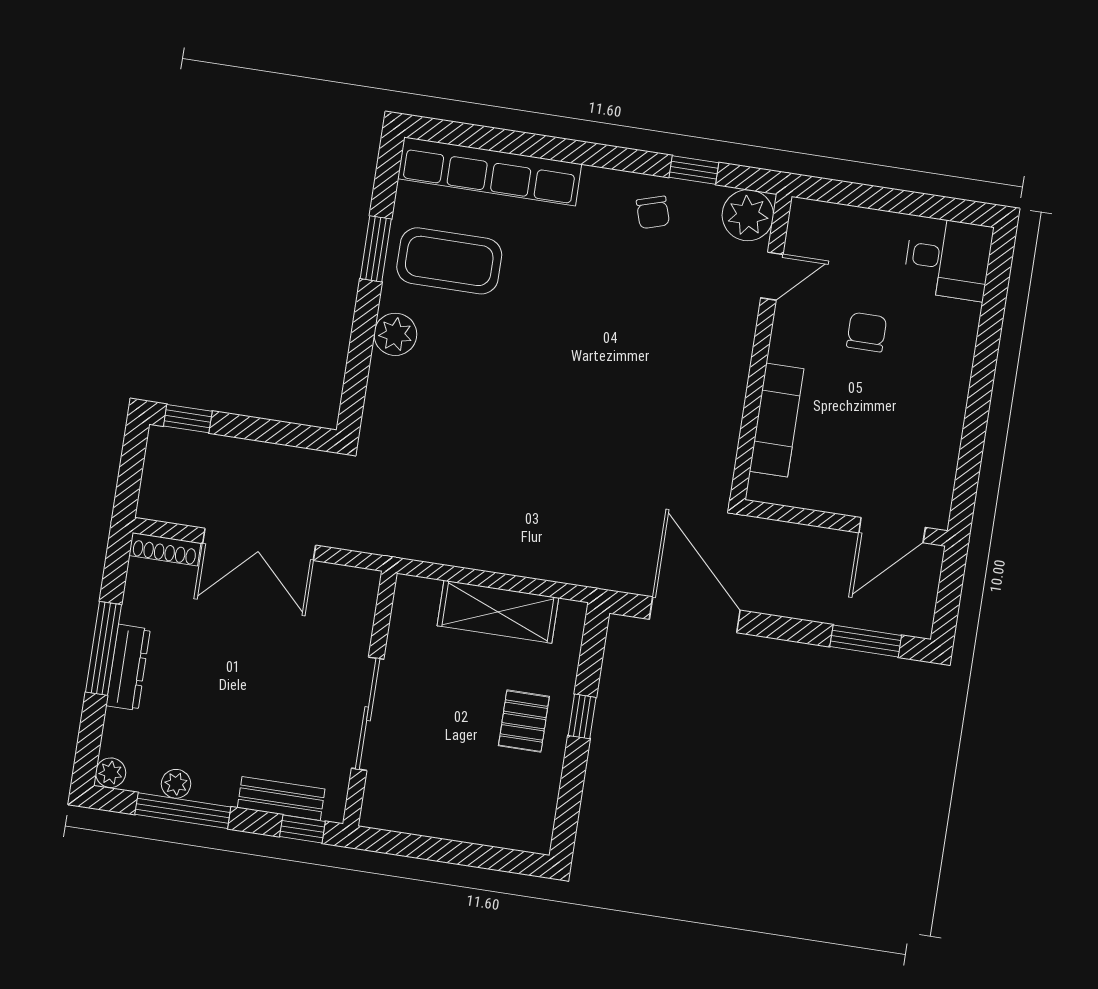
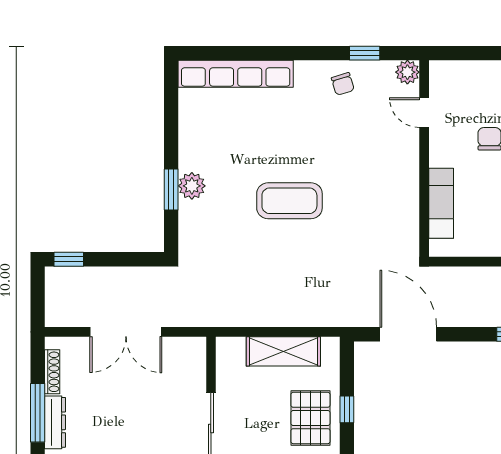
plant: (748, 215) -> (407, 72), width x0.73, depth x0.73
window: (376, 249) -> (171, 190), moved
coffee table: (449, 261) -> (289, 201), moved
door: (772, 276) -> (424, 113), swing flipped
shoe rack: (165, 549) -> (52, 372), moved, turned -90
pallet: (524, 721) -> (310, 418), width x1.50, depth x1.42

